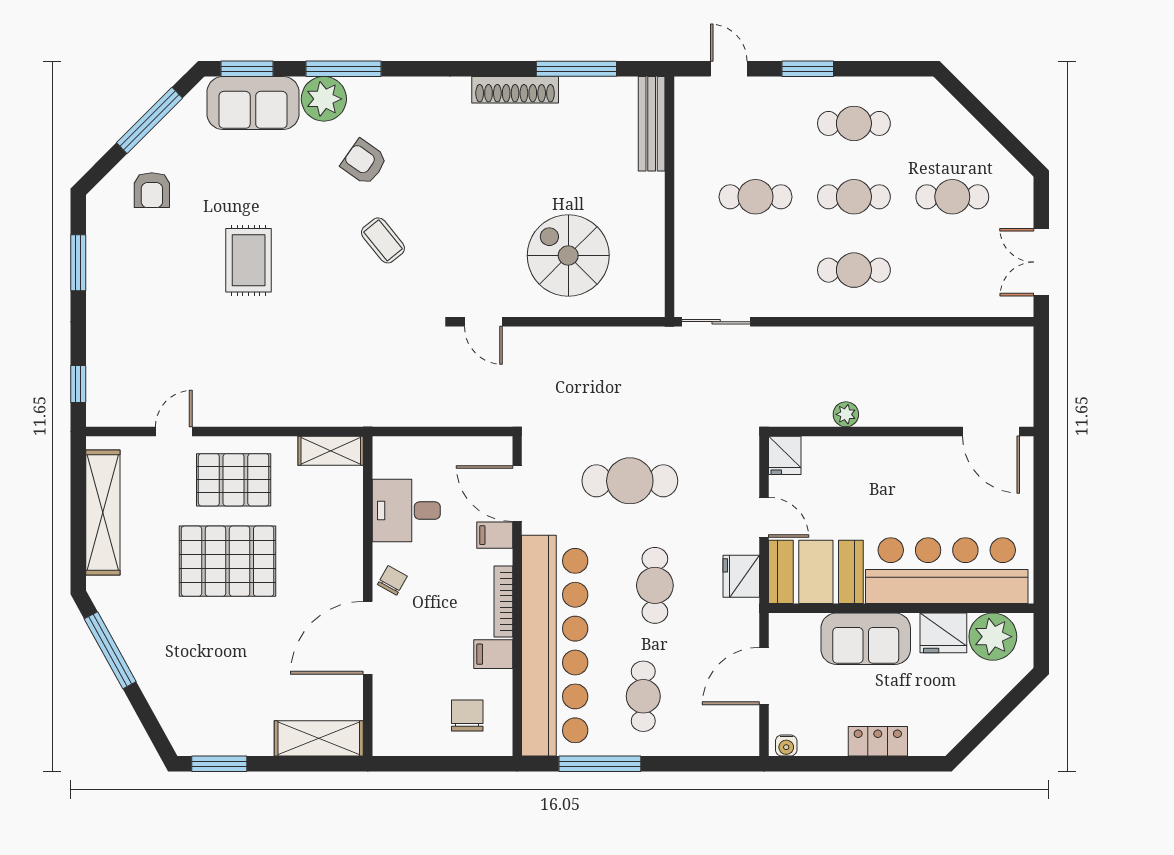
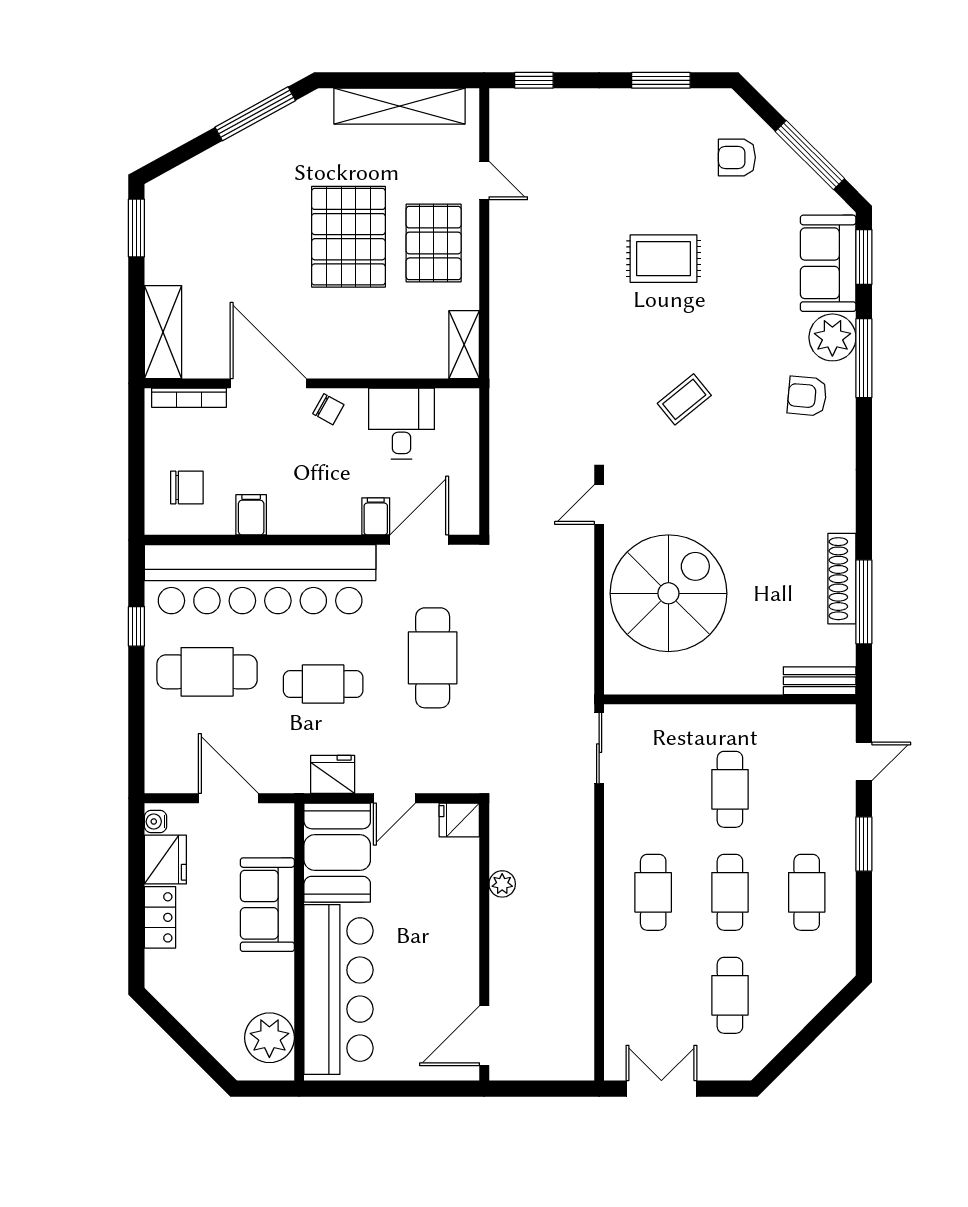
shoe rack: (515, 90) -> (842, 579), moved
bench: (652, 124) -> (820, 681), width x0.73
armchair: (364, 162) -> (807, 396), moved, turned -120
spiral stairs: (568, 255) -> (668, 593), width x1.37, depth x1.37
bookcase: (503, 602) -> (189, 398), moved, turned 180
fridge: (943, 633) -> (165, 860), moved, turned 180
cafe table: (643, 696) -> (207, 672), width x1.37, depth x1.35
window: (600, 764) -> (136, 626), width x0.46

